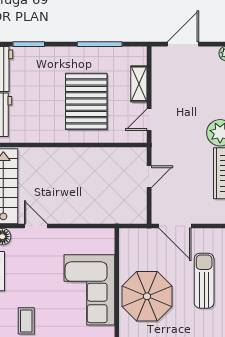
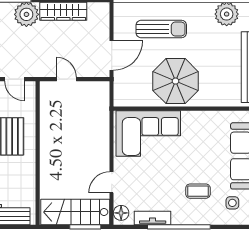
sun lounger: (204, 281) -> (161, 29), turned 180
corner sofa: (89, 290) -> (148, 134), moved

